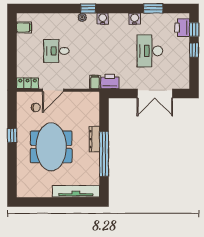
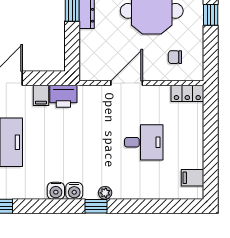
water cooler: (135, 19) -> (56, 191), moved
filing cabinet: (95, 82) -> (41, 95), moved
door: (53, 90) -> (127, 83), moved

